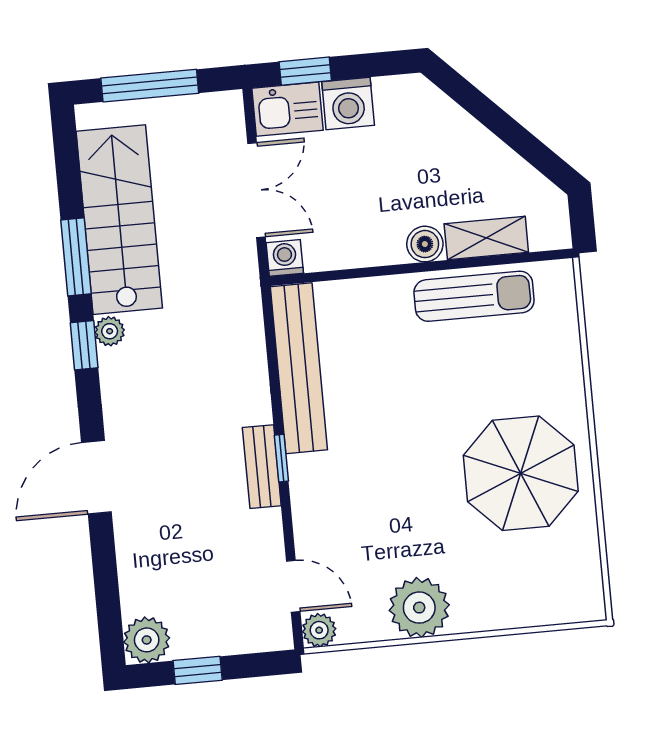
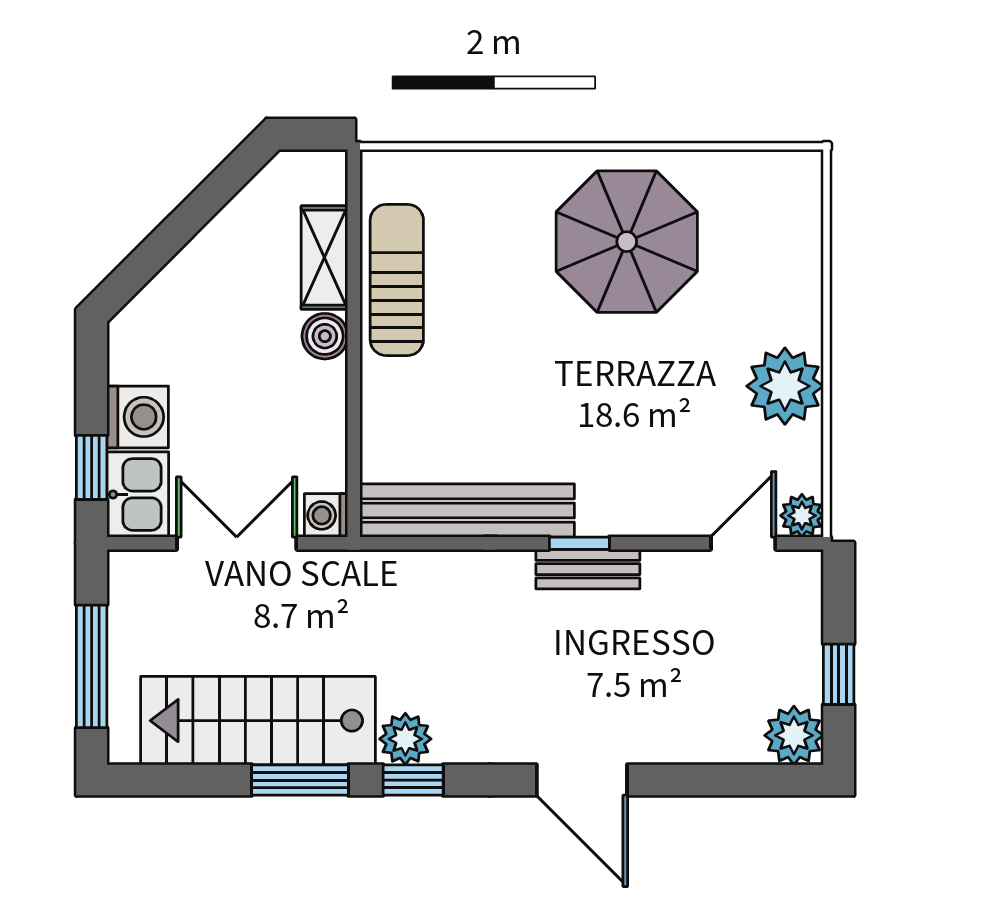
plant: (110, 331) -> (405, 739), width x1.38, depth x1.38

